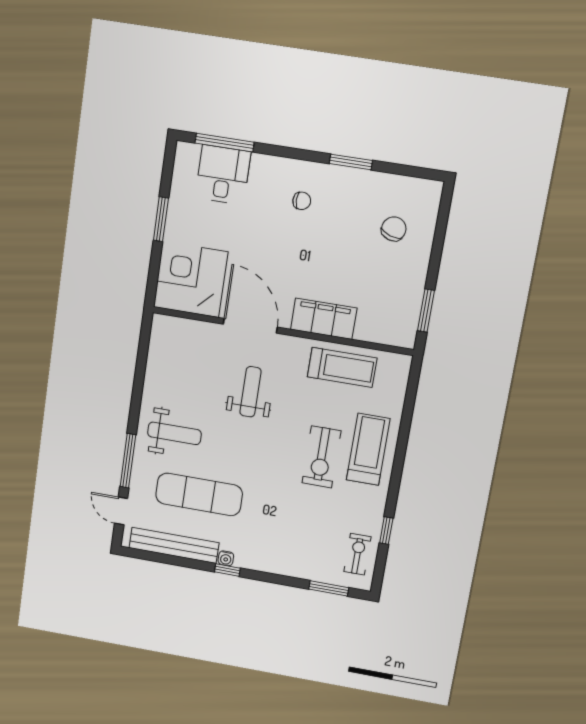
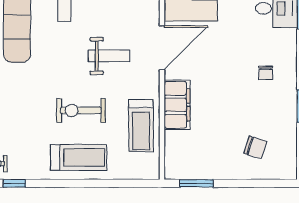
exercise bike: (321, 457) -> (81, 110), moved

